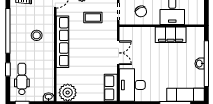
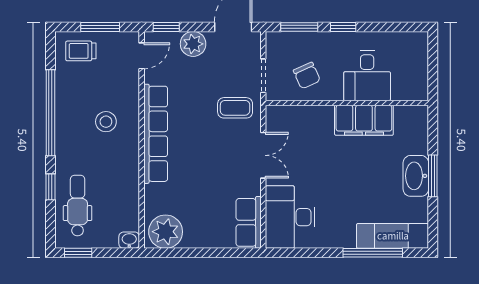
coffee table: (93, 18) -> (235, 108), moved
washbasin: (200, 64) -> (416, 176), width x1.91, depth x1.45
window: (206, 64) -> (433, 176), width x0.47

